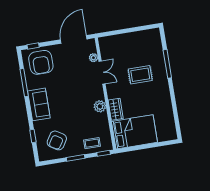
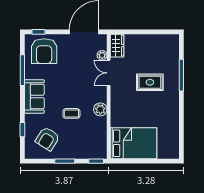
double door: (102, 72) -> (109, 73), swing flipped
wardrobe: (116, 109) -> (117, 46), moved
coffee table: (92, 143) -> (71, 113), moved

